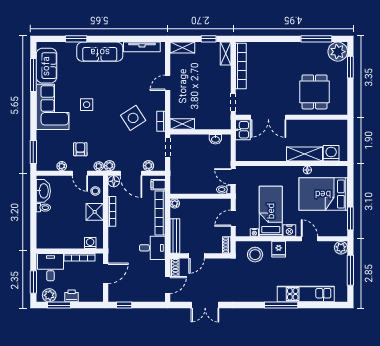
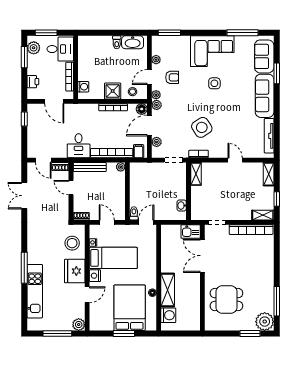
sofa: (46, 66) -> (264, 56), moved, turned 90
window: (350, 218) -> (124, 334), moved
fridge: (279, 249) -> (75, 271), width x1.88, depth x1.34
printer: (72, 296) -> (33, 82), moved

